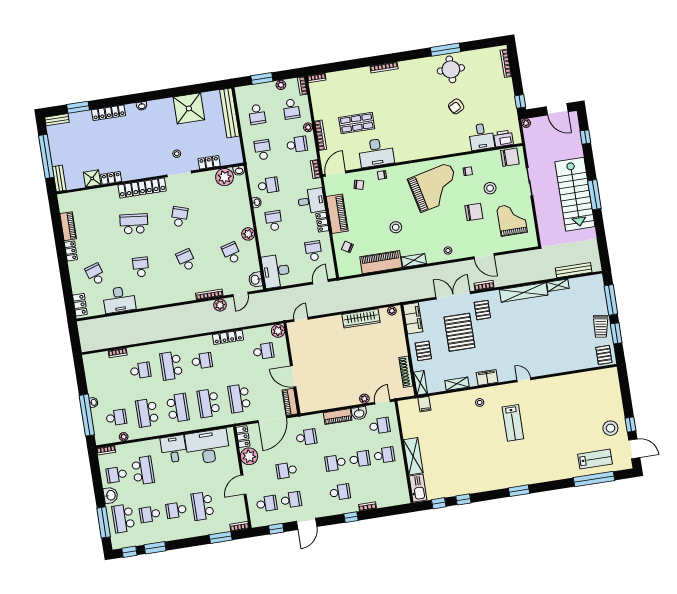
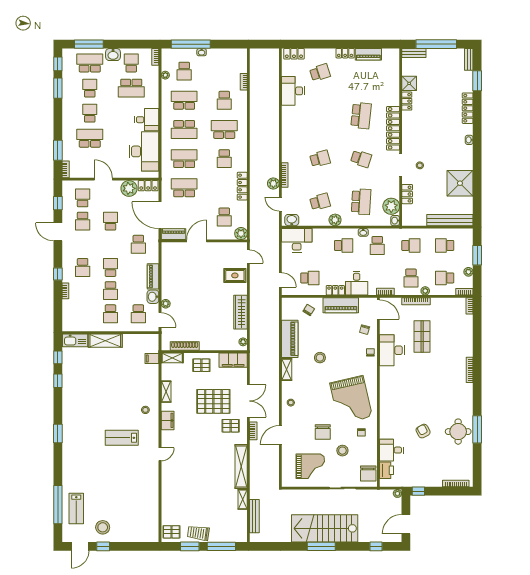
school desk: (141, 267) -> (361, 202), moved, width x1.85
rug: (323, 330) -> (235, 275), added
school desk: (267, 504) -> (83, 198), turned 180

